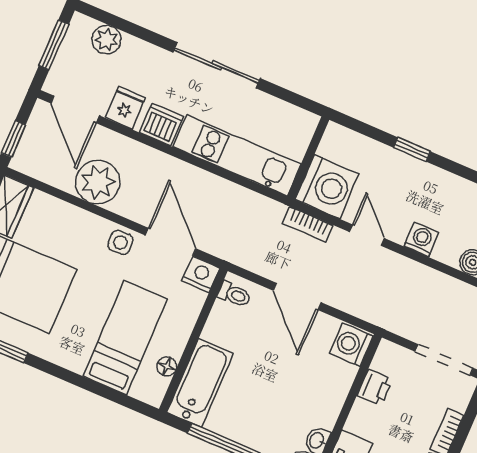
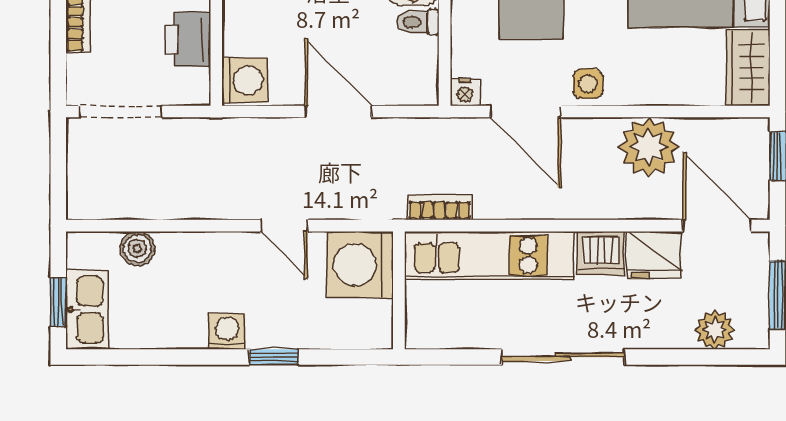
fridge: (125, 108) -> (654, 255), width x1.38
bookcase: (308, 224) -> (440, 207), moved
washing machine: (421, 239) -> (227, 331), moved, turned 180
nightstand: (201, 274) -> (465, 92), width x0.72, depth x0.74
toilet: (234, 294) -> (418, 22), moved
printer: (375, 388) -> (188, 39), width x1.36, depth x1.24

